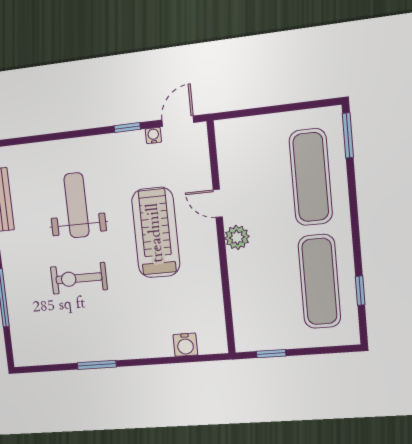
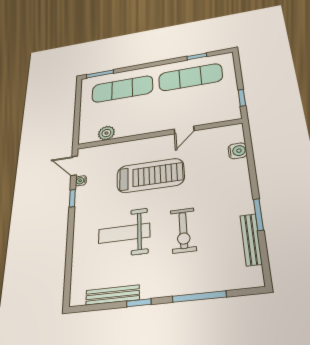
door: (218, 203) -> (184, 130), moved
treadmill: (156, 233) -> (150, 176), turned 180
plant: (237, 237) -> (106, 133), moved
bench: (67, 355) -> (251, 239), added

